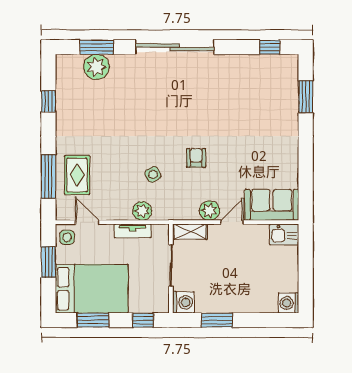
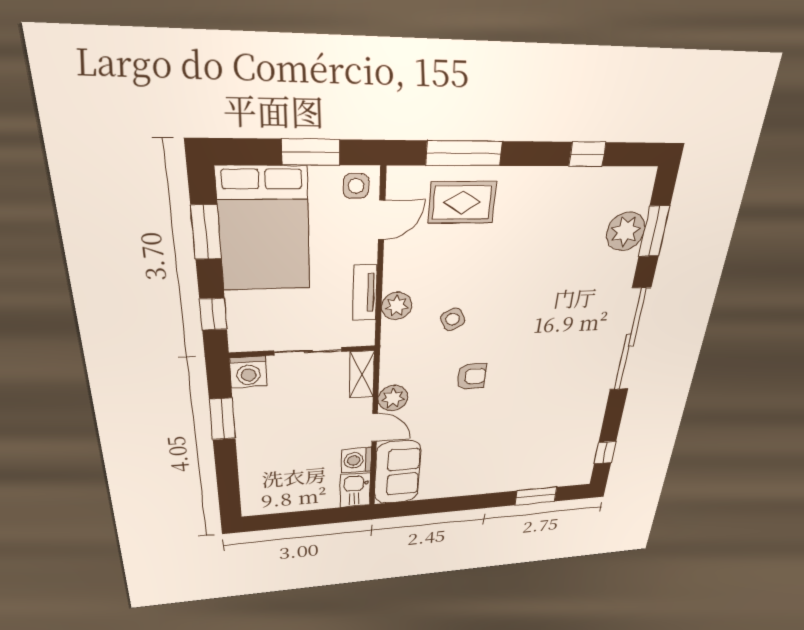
washing machine: (289, 303) -> (356, 460), moved, turned -90

